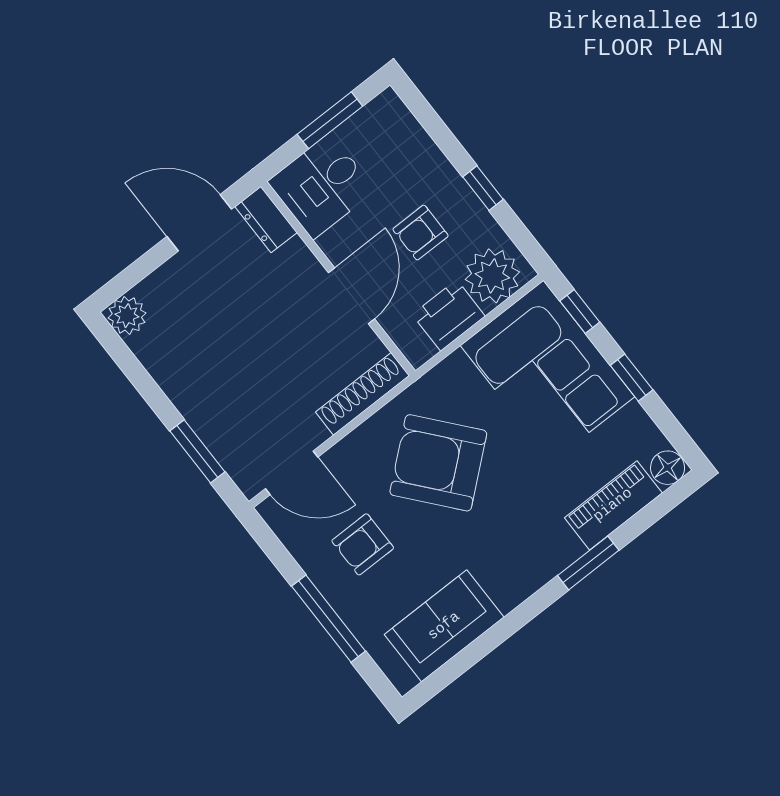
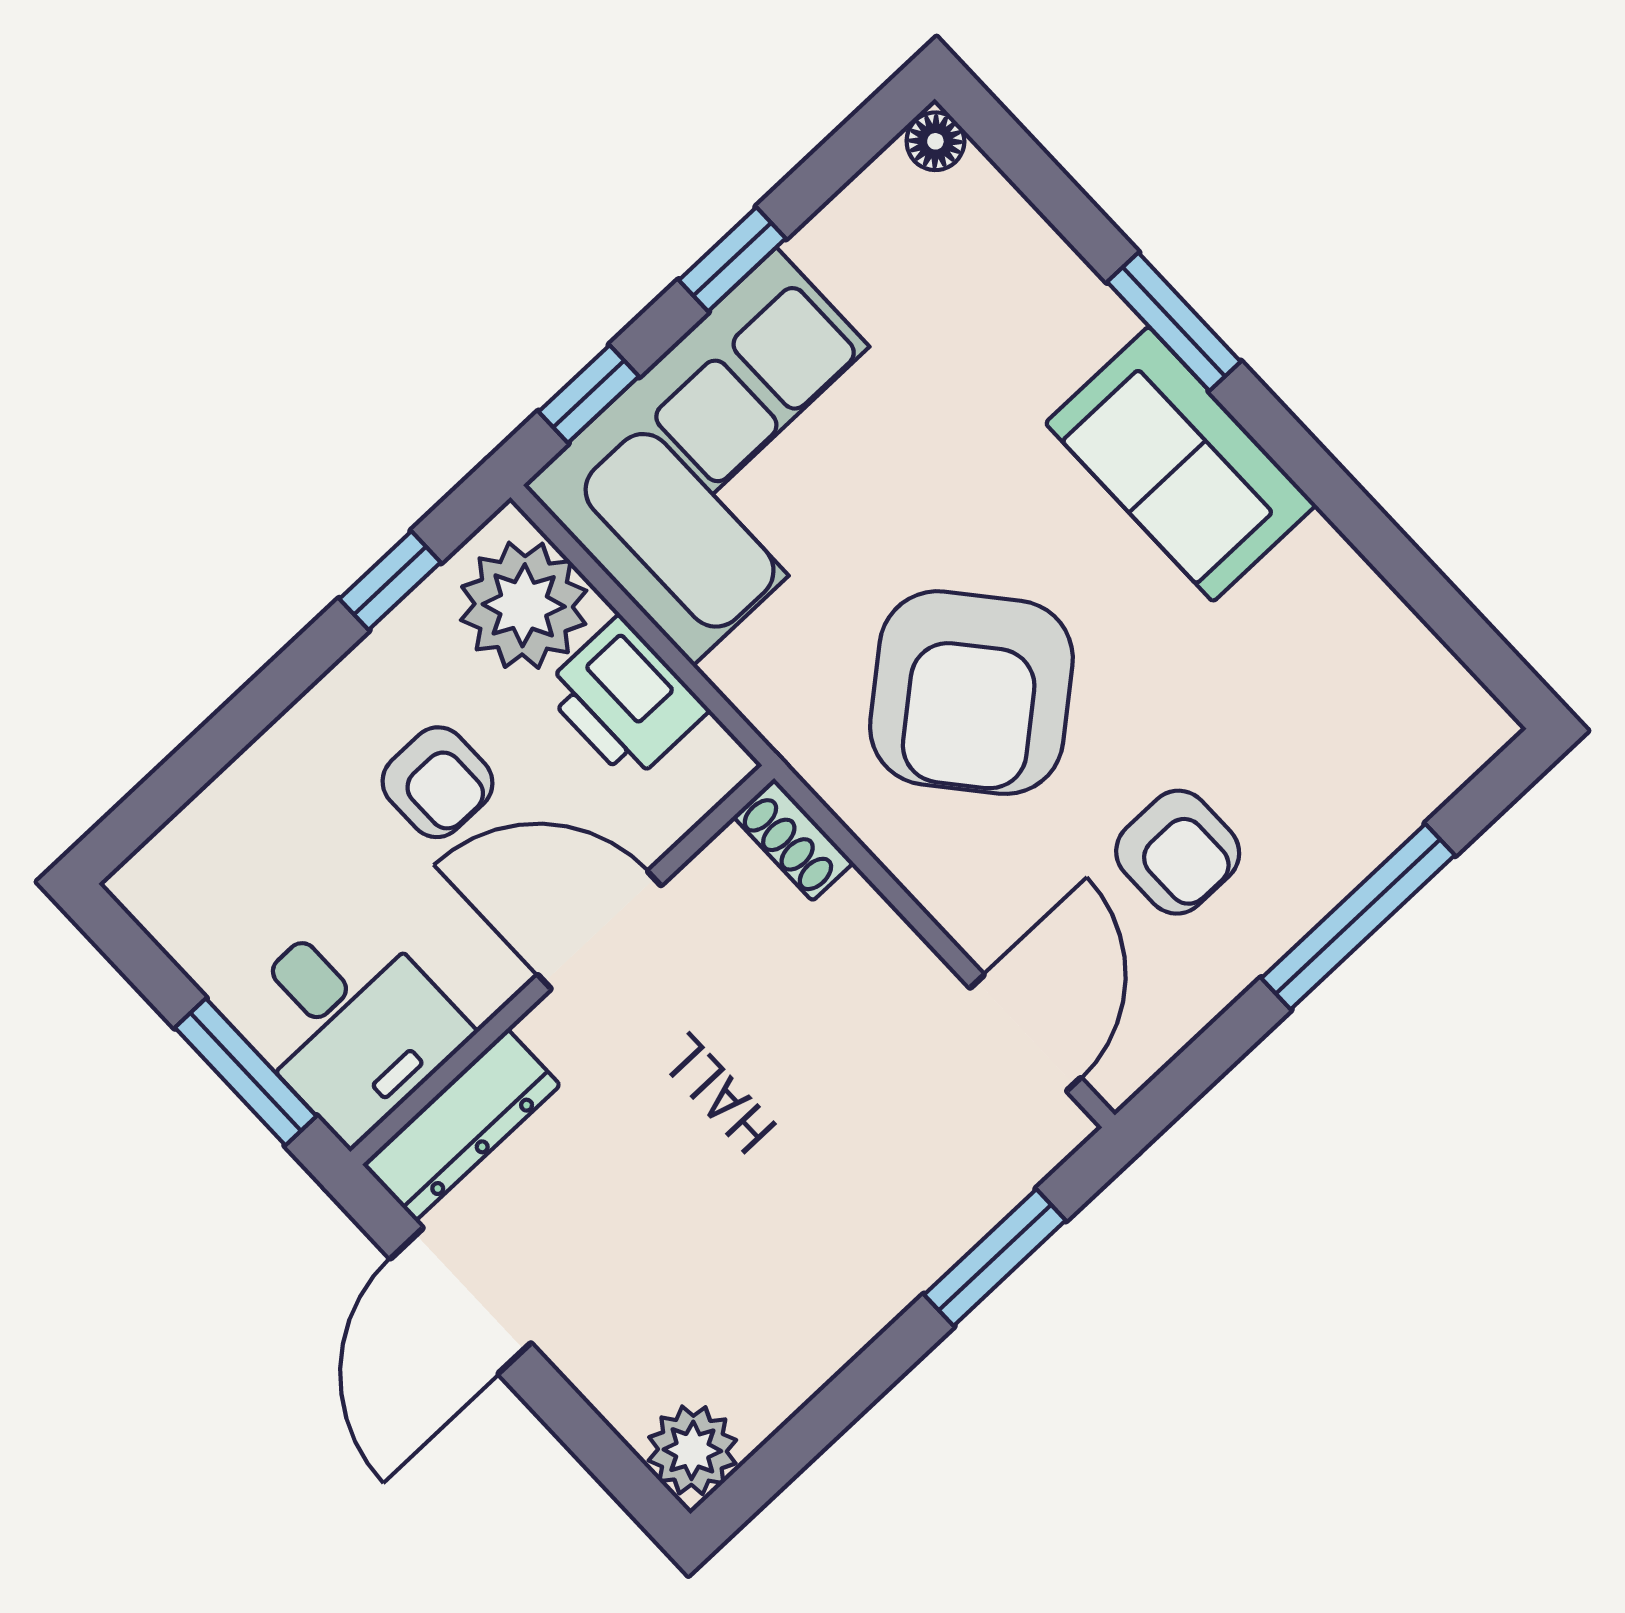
window: (330, 120) -> (246, 1072), moved
window: (483, 188) -> (390, 581), moved
dresser: (266, 220) -> (461, 1125), width x1.44
shoe rack: (362, 394) -> (793, 840), width x0.51, depth x0.81
floor lamp: (668, 468) -> (935, 141), width x0.73, depth x0.73
piano: (613, 505) -> (1034, 275), removed
sofa: (444, 626) -> (1181, 464), moved

